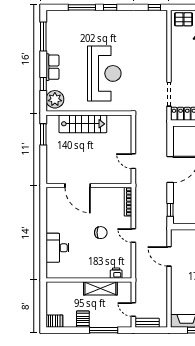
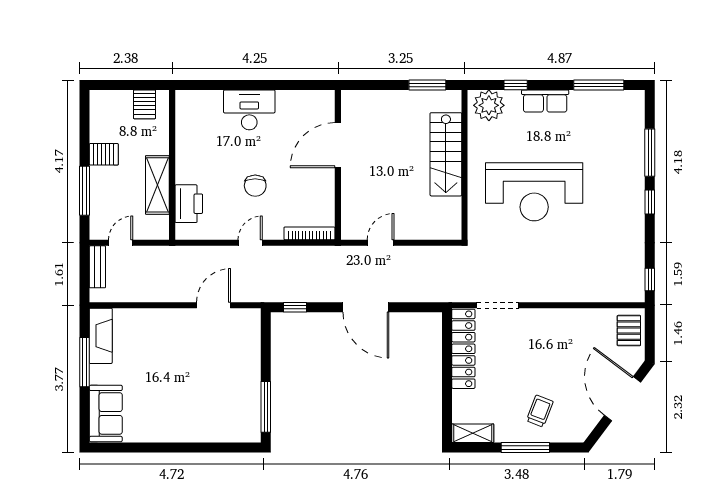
desk: (58, 248) -> (249, 110), moved
printer: (116, 273) -> (189, 204), width x1.87, depth x1.48
server rack: (54, 321) -> (145, 104), moved

